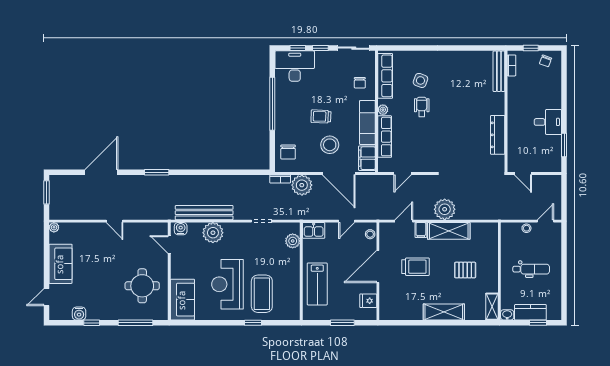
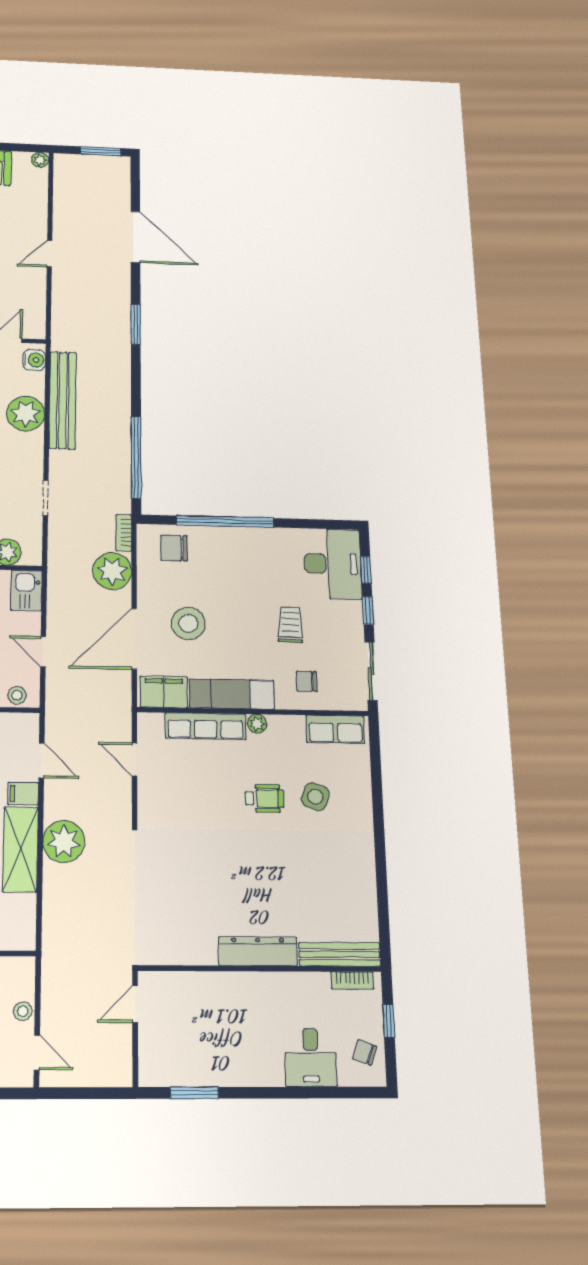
row of seats: (385, 76) -> (335, 729), width x0.68
window: (272, 104) -> (225, 522), moved
trolley: (321, 116) -> (290, 624), moved
desk: (548, 122) -> (311, 1058), moved
dresser: (498, 135) -> (258, 951), moved
window: (237, 172) -> (136, 457), added

